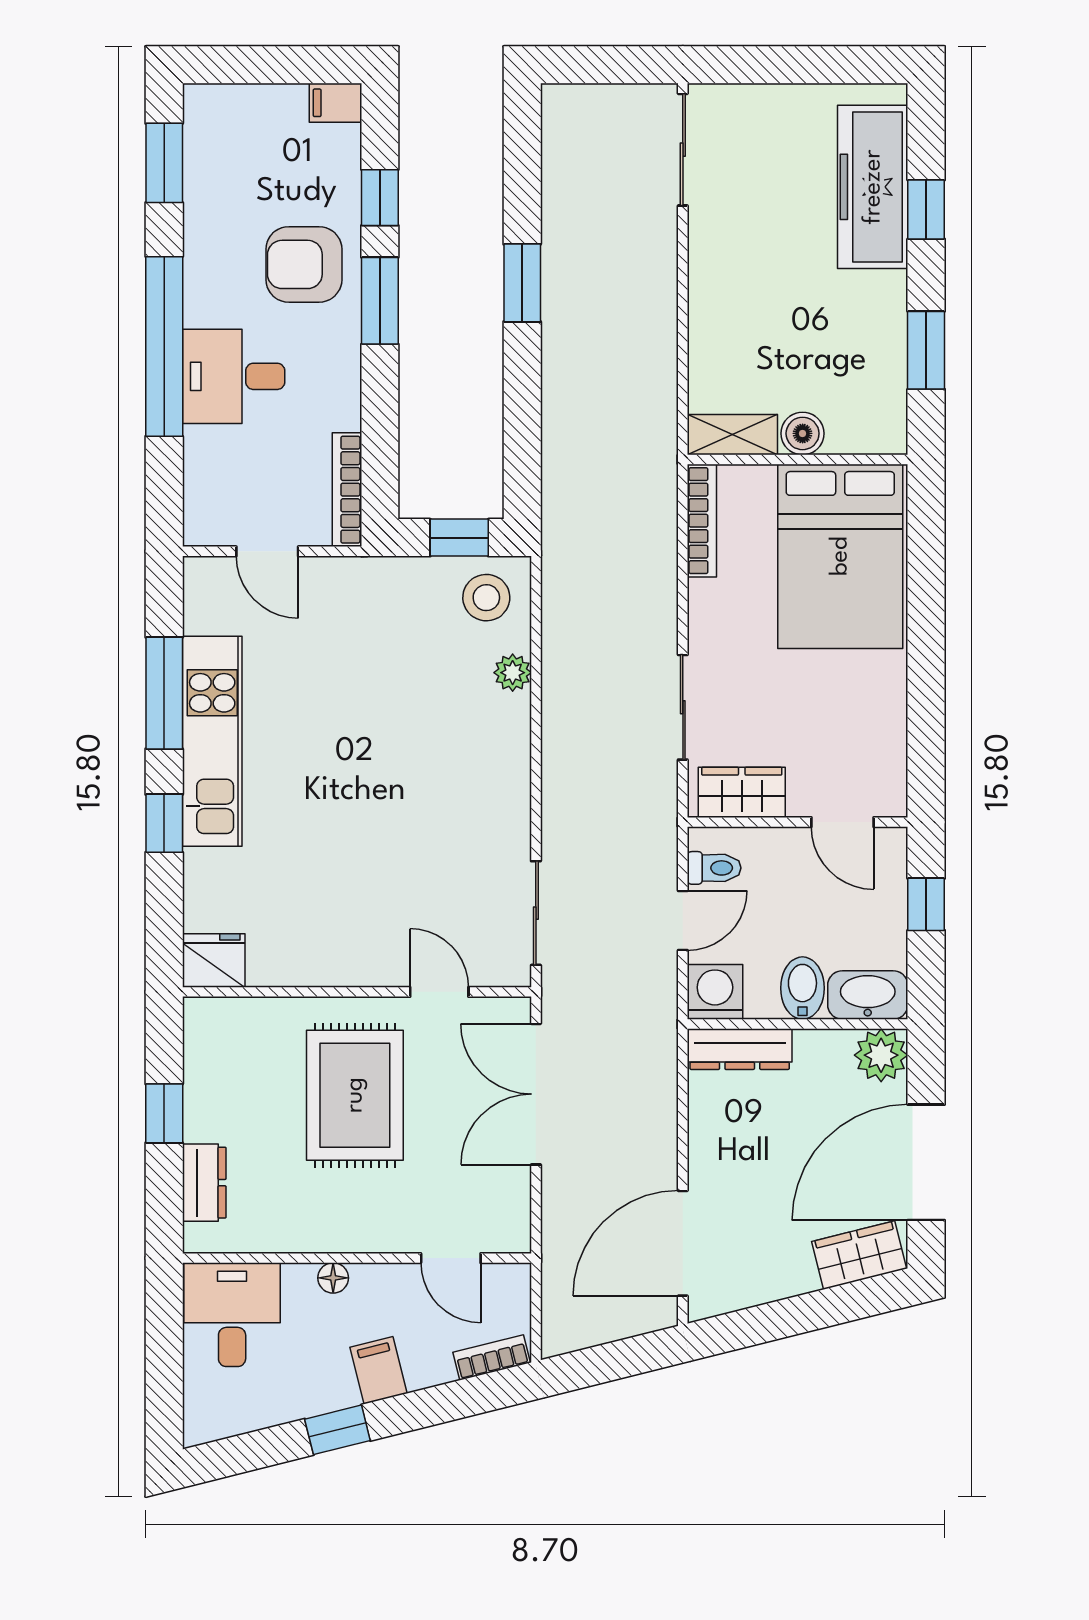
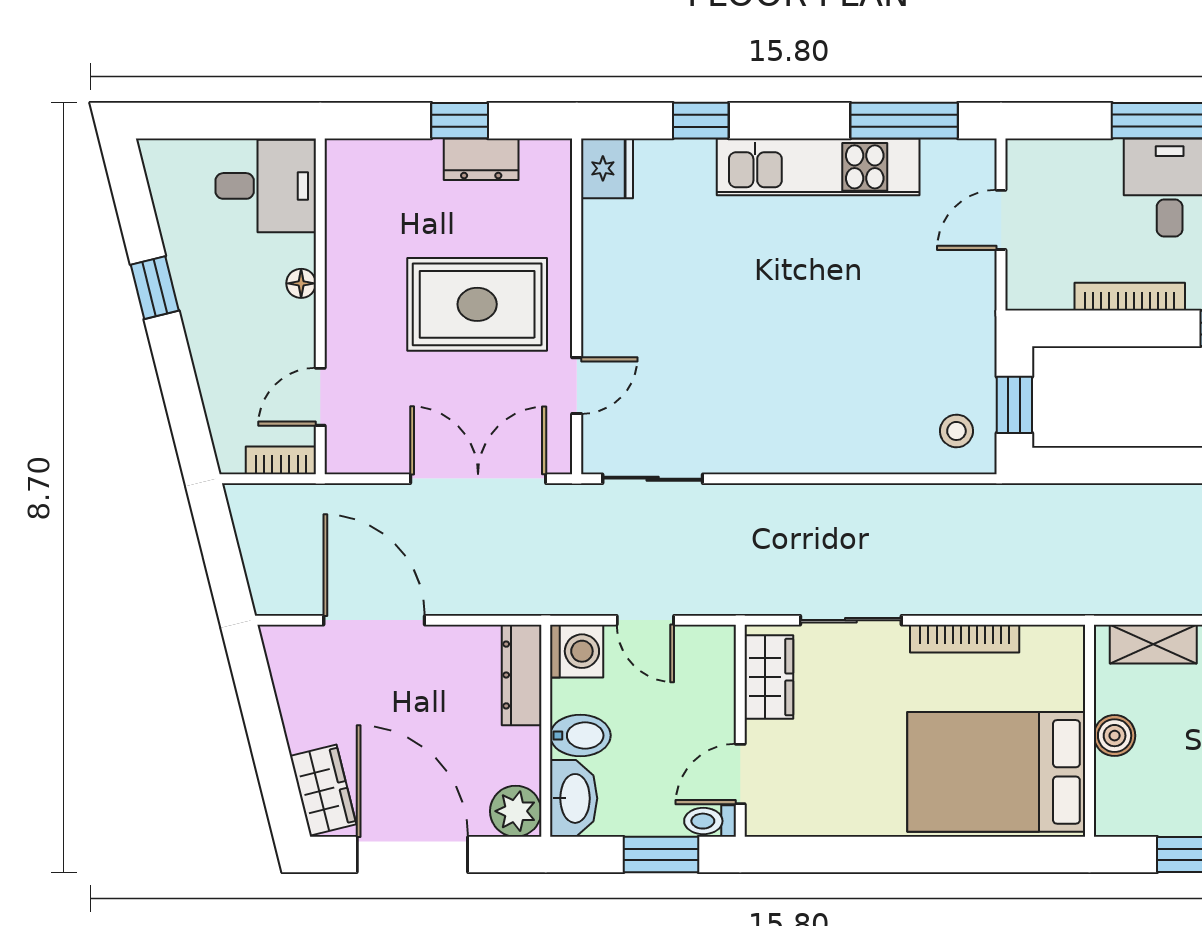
shelving: (732, 435) -> (1153, 644), moved, turned 90
bookcase: (347, 490) -> (1130, 297), moved
bookcase: (702, 521) -> (965, 639), moved
stool: (486, 598) -> (956, 431), width x0.73, depth x0.73
plant: (513, 673) -> (884, 456), removed
window: (164, 693) -> (904, 121), moved
window: (164, 823) -> (701, 121), moved
toilet: (714, 868) -> (710, 821), moved, turned 90
window: (926, 904) -> (661, 855), width x1.50
dresser: (204, 1183) -> (481, 159), moved
door: (683, 1243) -> (374, 620), moved
bookcase: (492, 1357) -> (281, 460), moved, turned -76
filing cabinet: (378, 1370) -> (212, 327), removed

